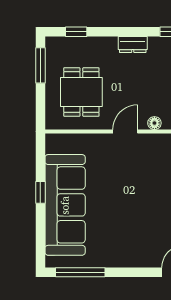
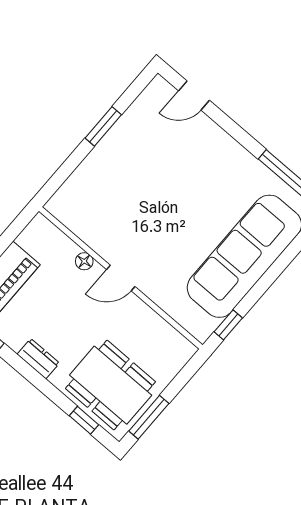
dining table: (81, 92) -> (111, 385), moved, width x1.38
window: (40, 192) -> (228, 325), moved

